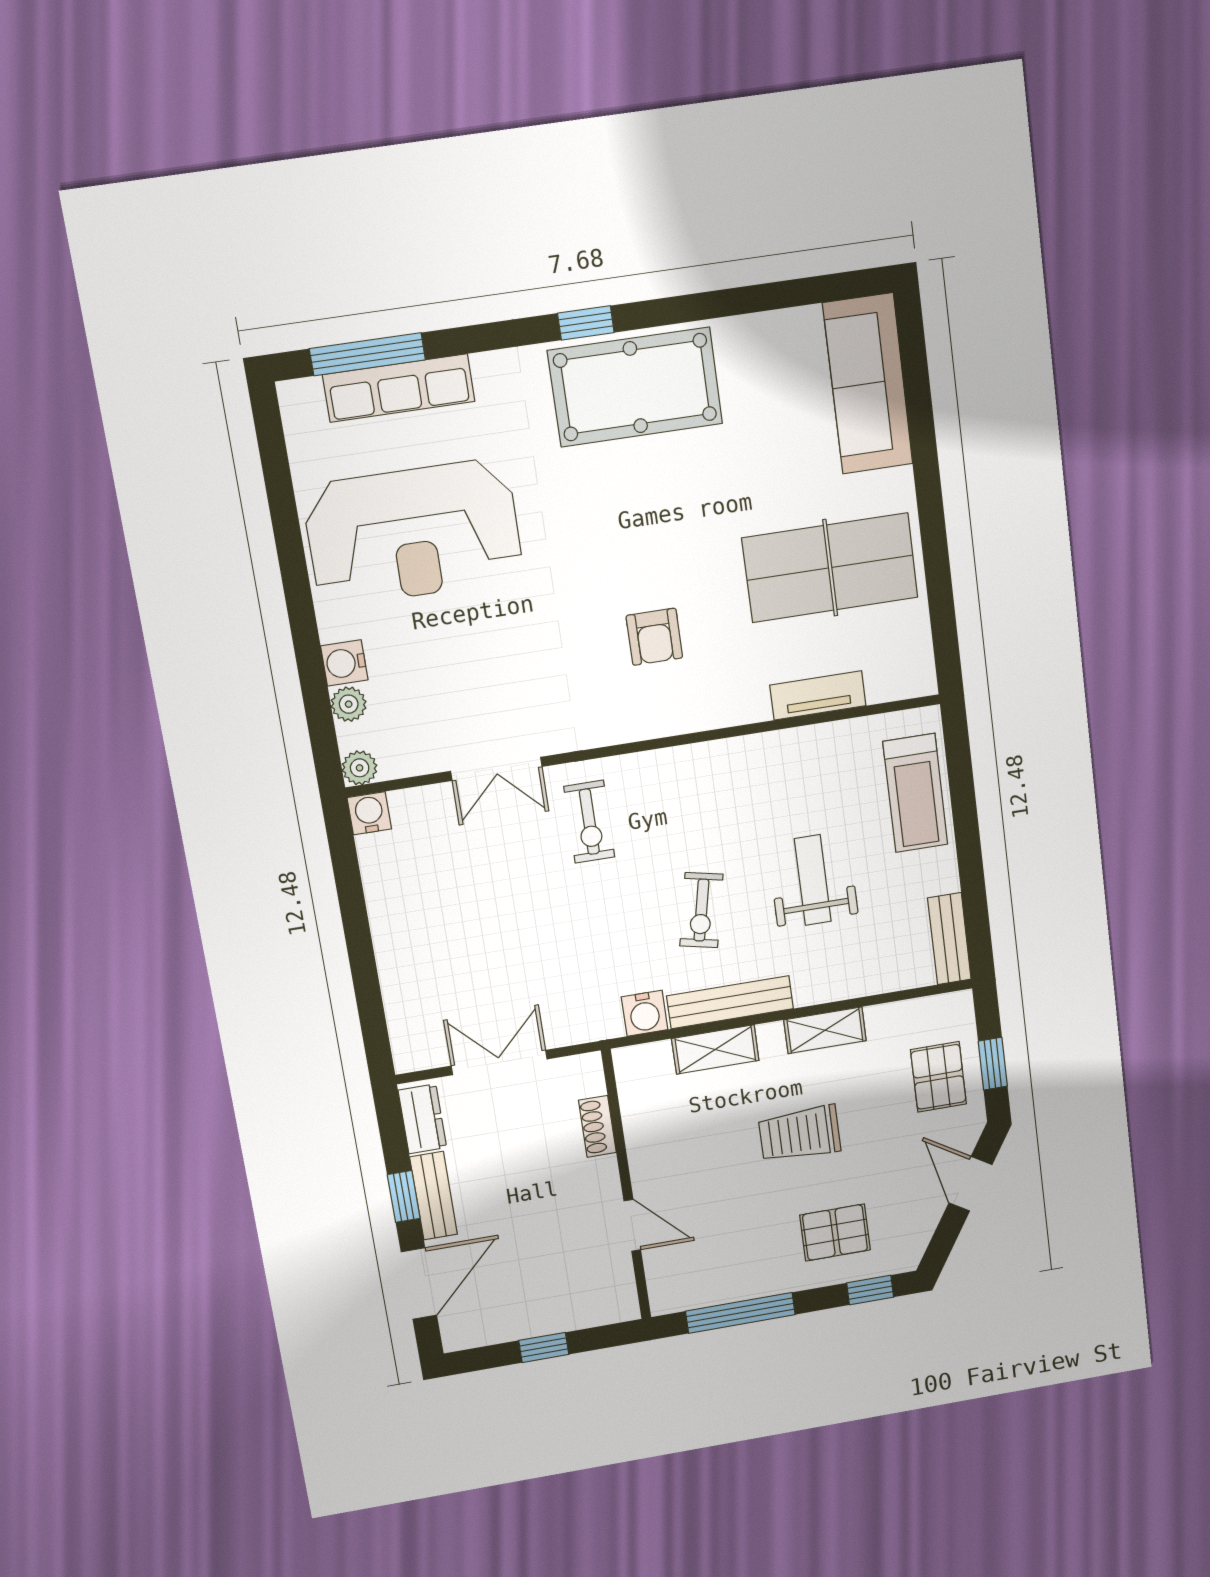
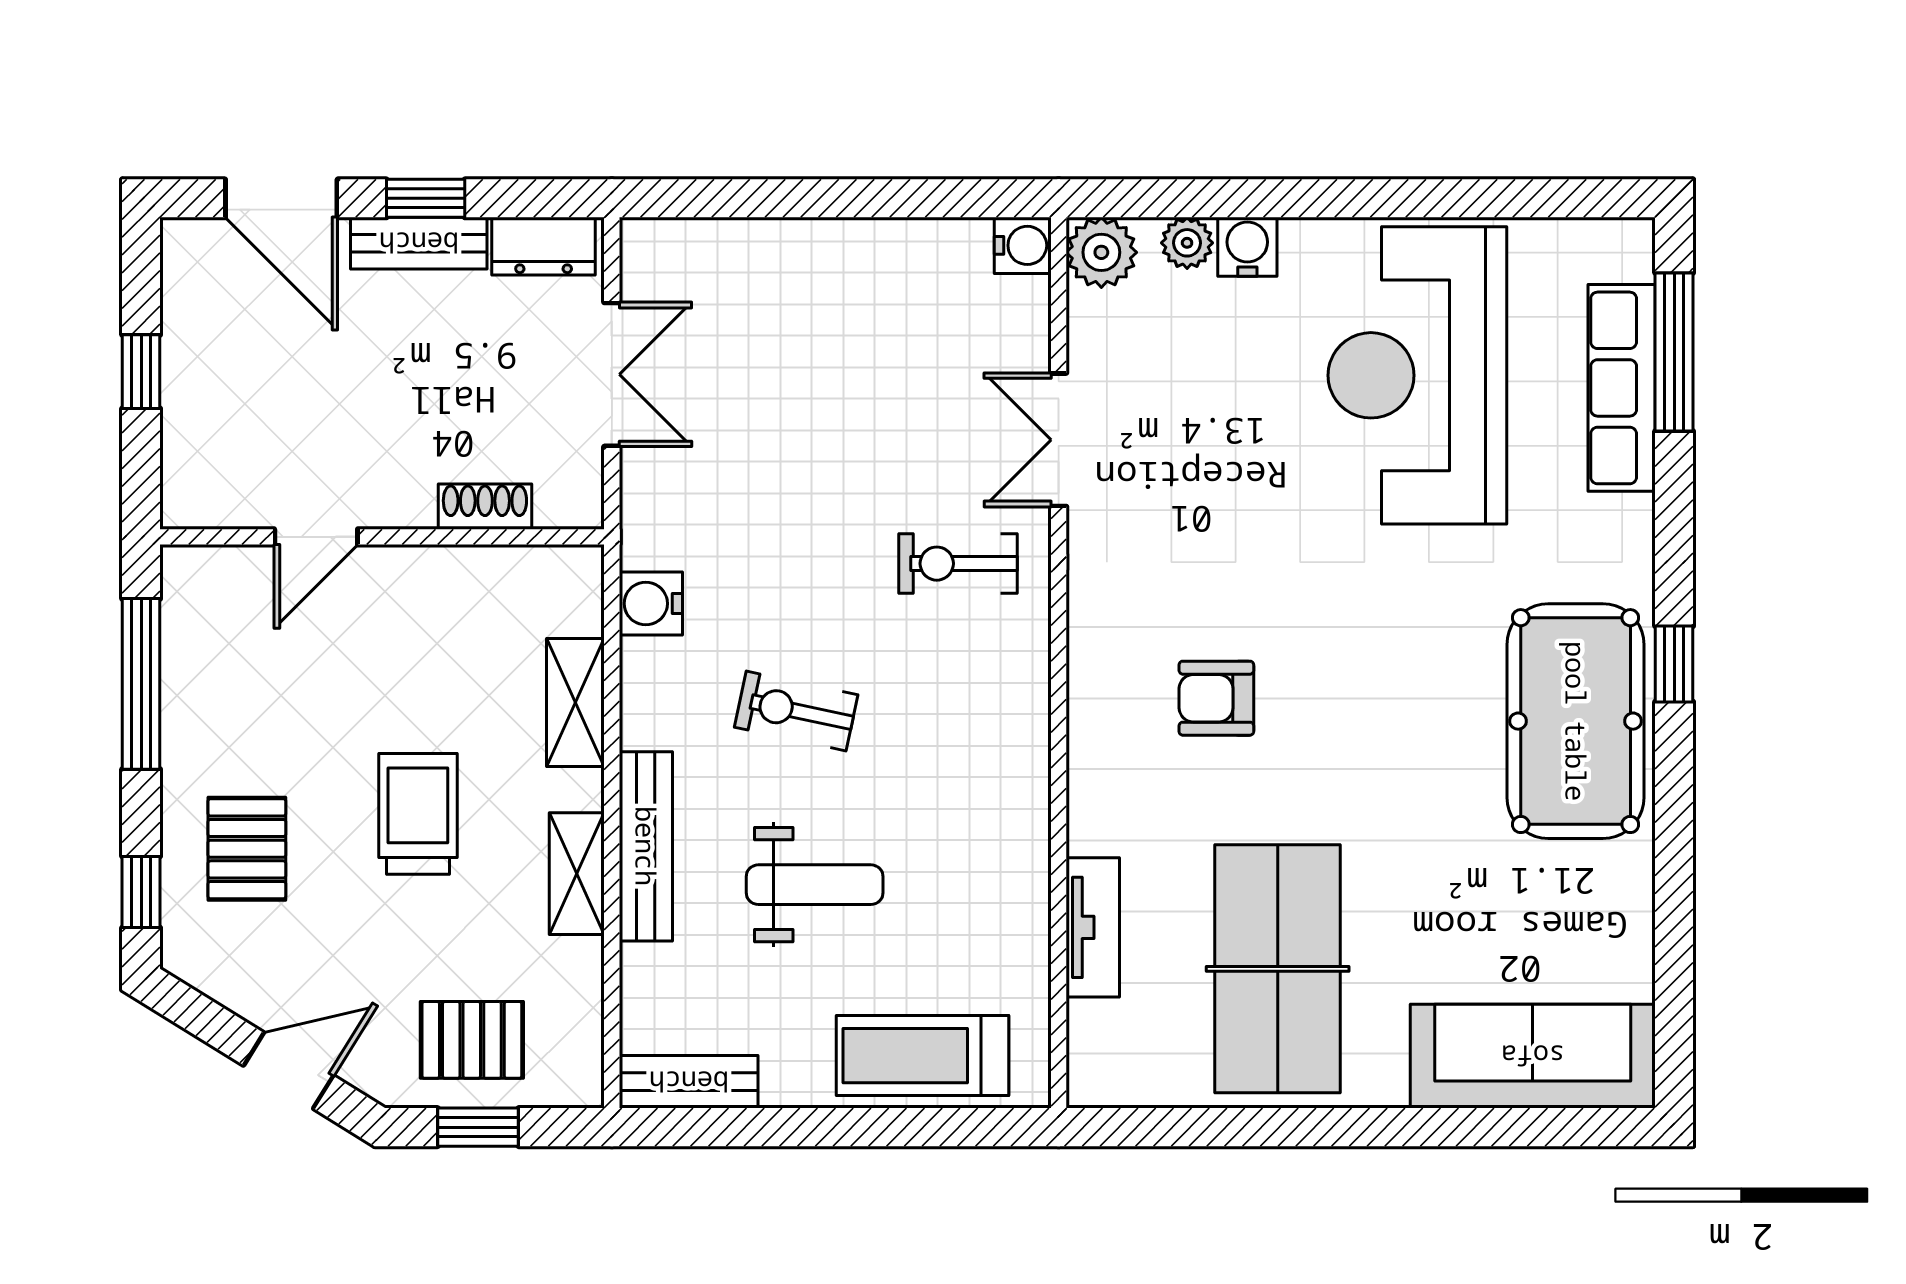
plant: (360, 768) -> (1101, 252), width x1.38, depth x1.38
bench: (730, 1002) -> (646, 846), moved

